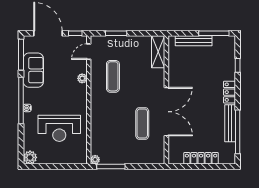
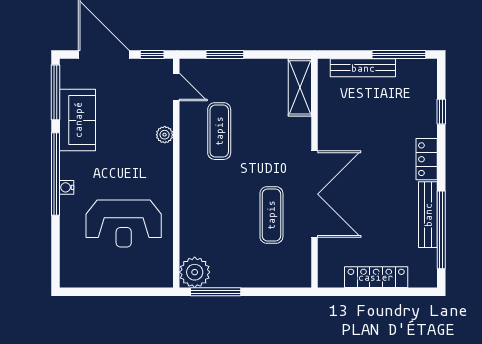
door: (89, 52) -> (176, 87), swing flipped
plant: (30, 157) -> (72, 275), removed
plant: (95, 160) -> (195, 272), width x1.87, depth x1.87

